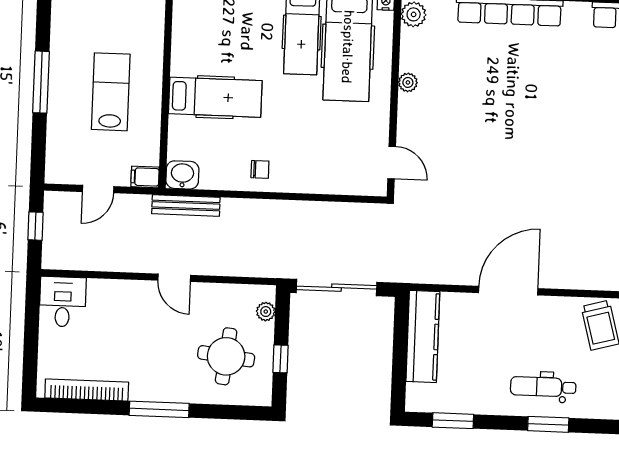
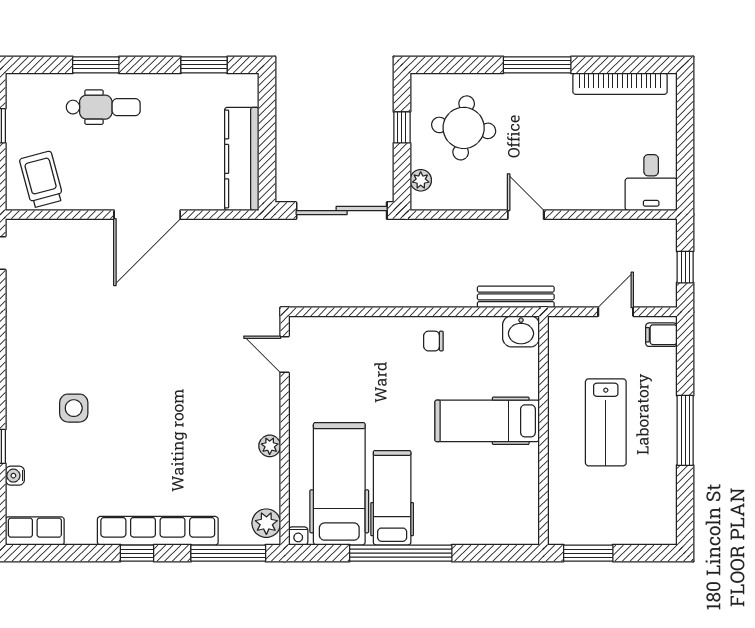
side table: (579, 122) -> (74, 408), added
filing cabinet: (145, 177) -> (661, 335), moved, turned 180

